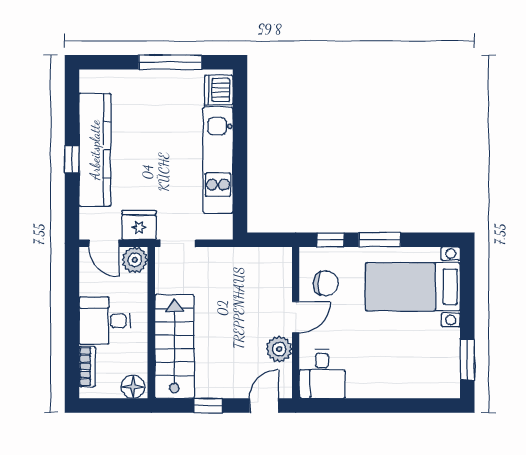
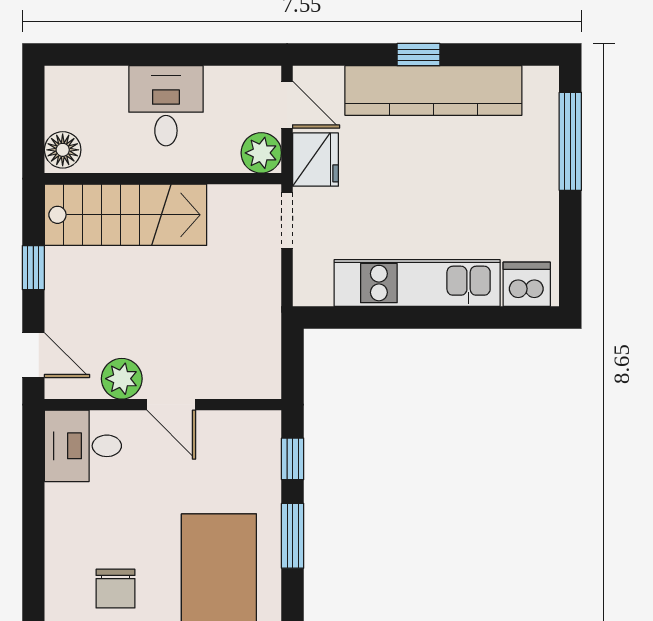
window: (170, 62) -> (570, 141), moved
door: (104, 243) -> (287, 105), swing flipped
chair: (326, 283) -> (115, 589), moved
bookcase: (87, 367) -> (94, 78), removed

